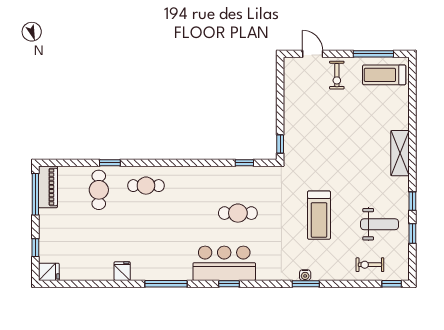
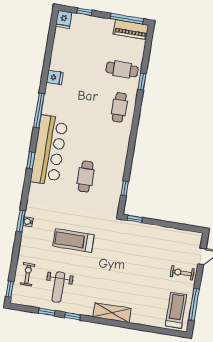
bar counter: (224, 263) -> (49, 150), width x1.36

